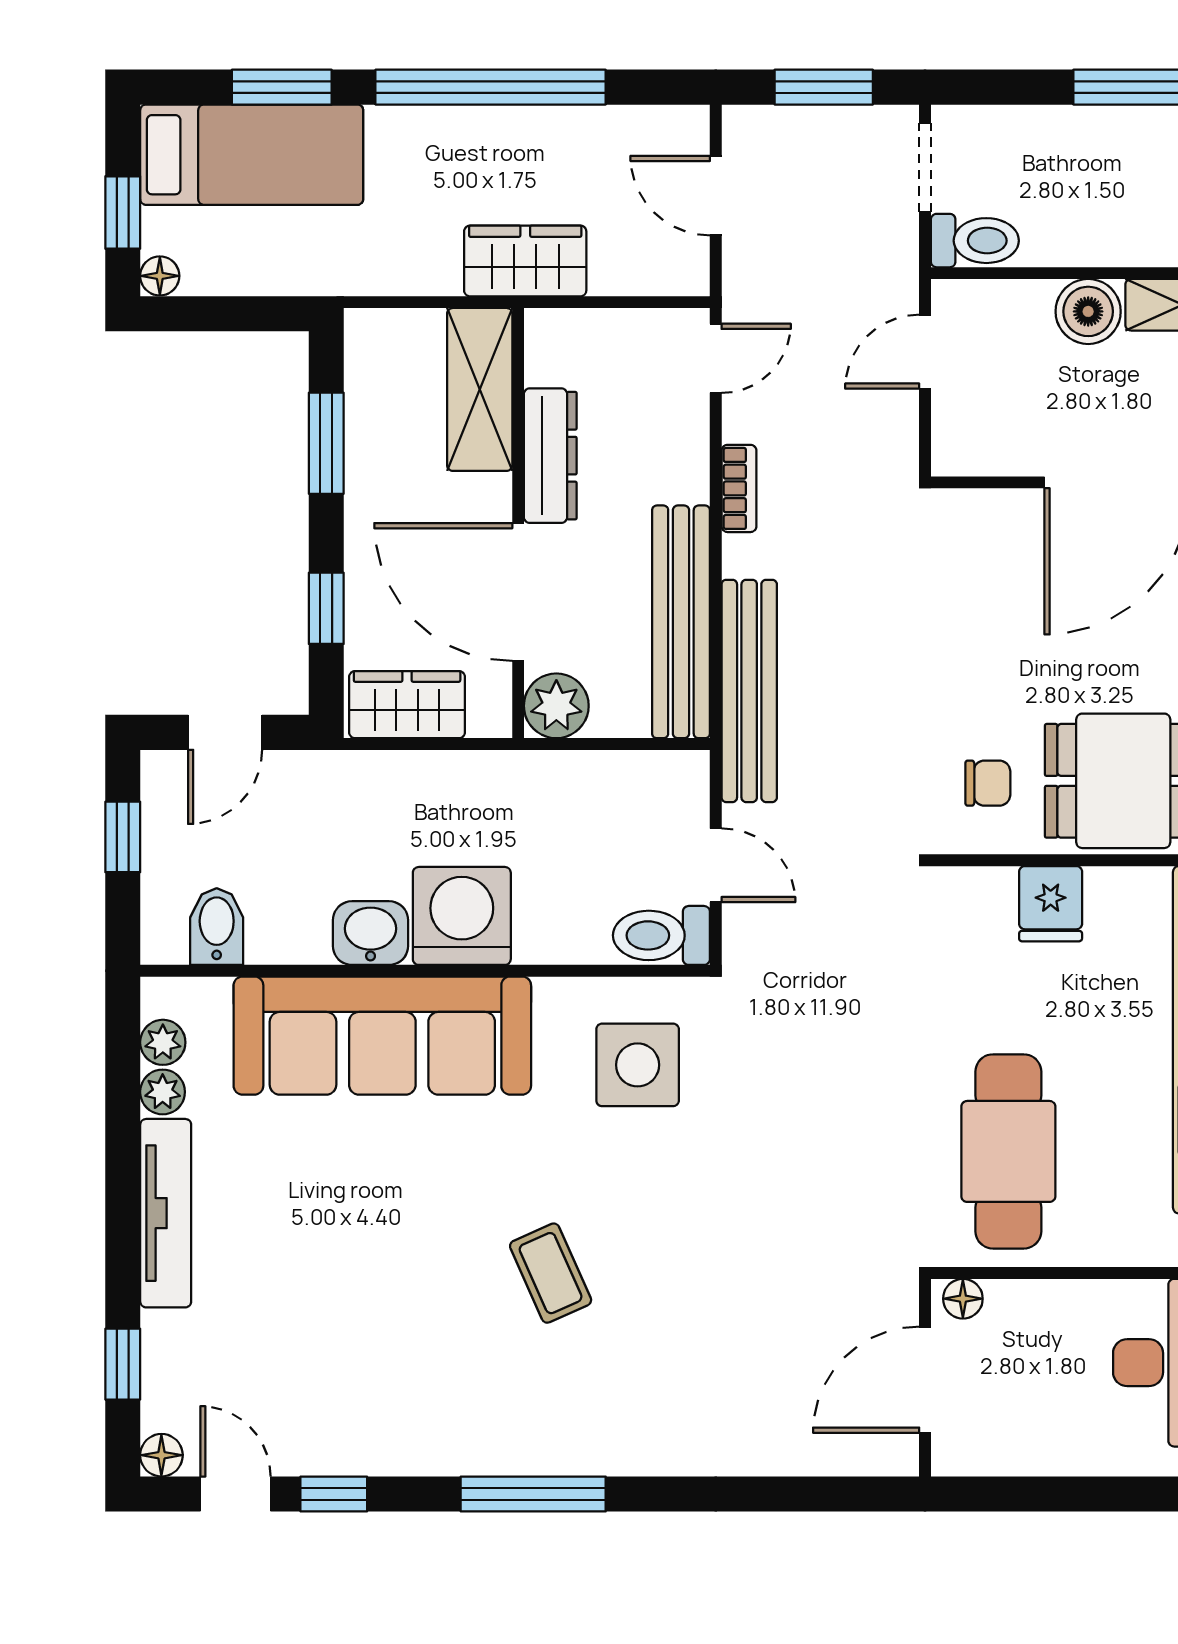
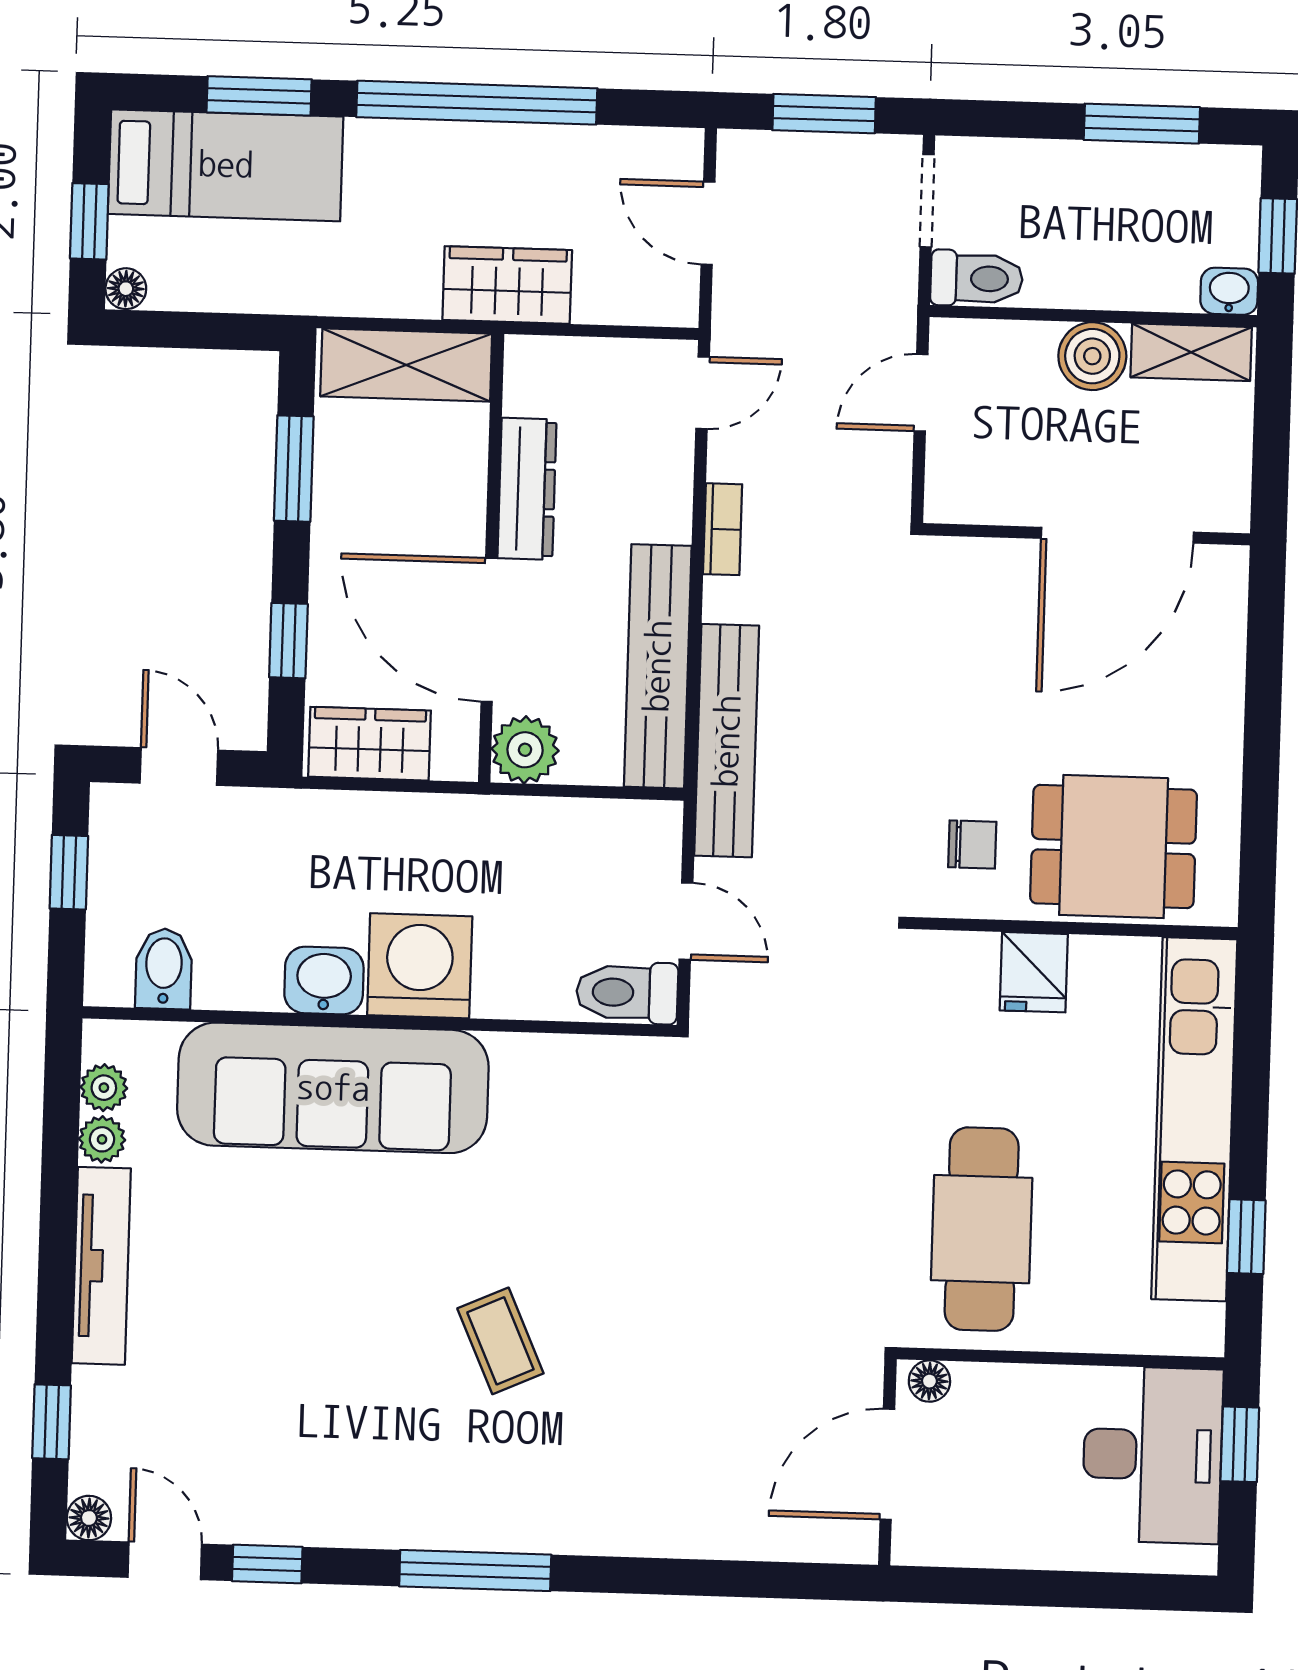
shelving: (480, 389) -> (406, 365), moved, turned 90
door: (225, 732) -> (179, 767), swing flipped
side table: (638, 1065) -> (598, 1127), removed

